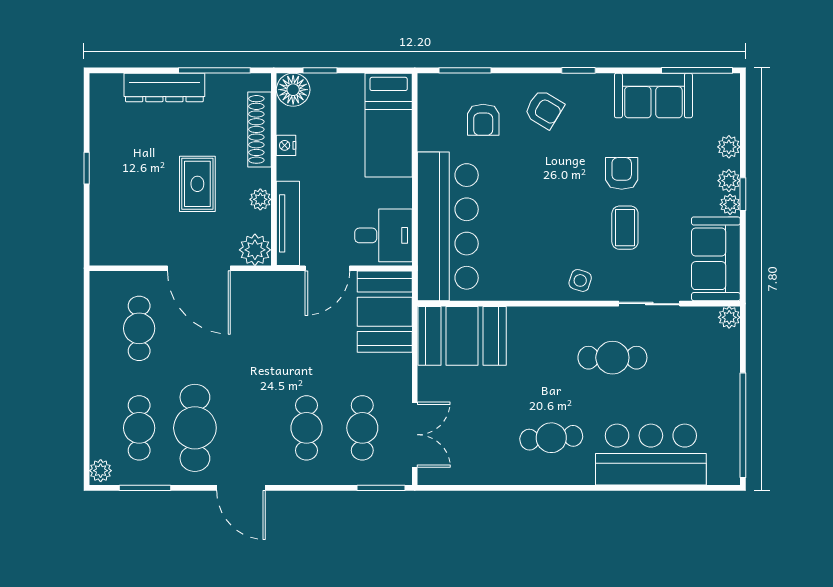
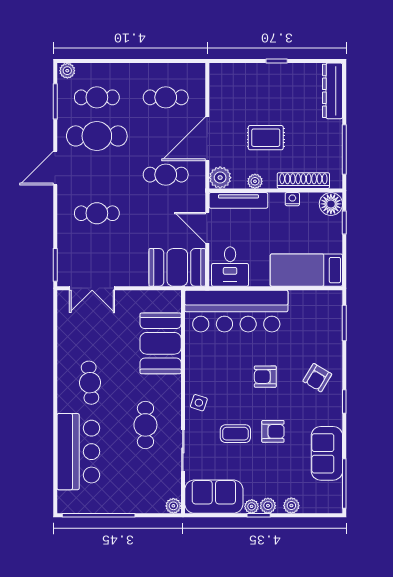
dresser: (164, 87) -> (332, 91), moved
armchair: (483, 120) -> (265, 377), moved
booth: (462, 336) -> (161, 343), moved
cafe table: (362, 428) -> (166, 175), moved

